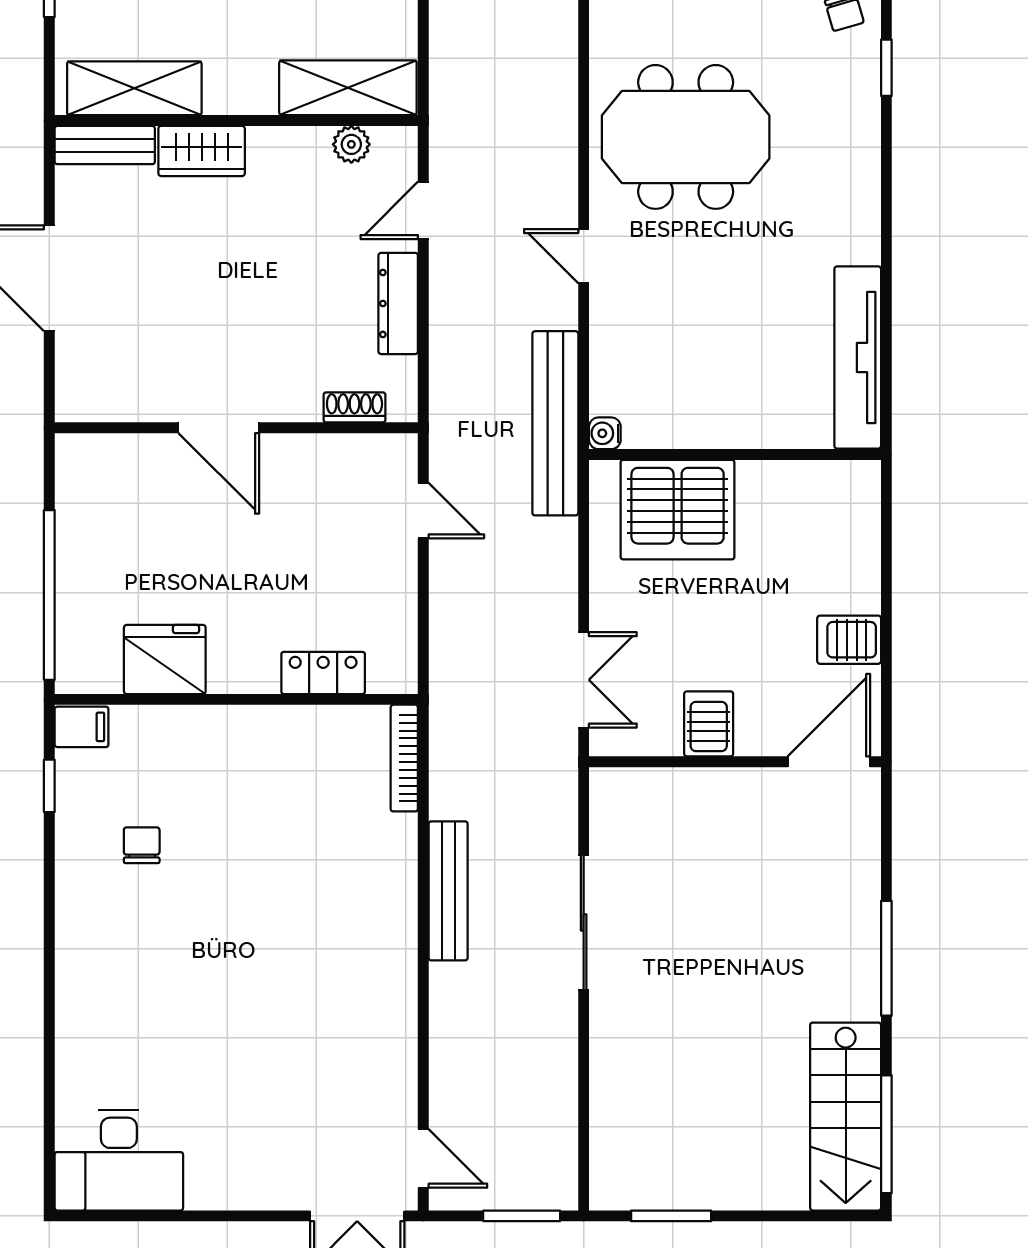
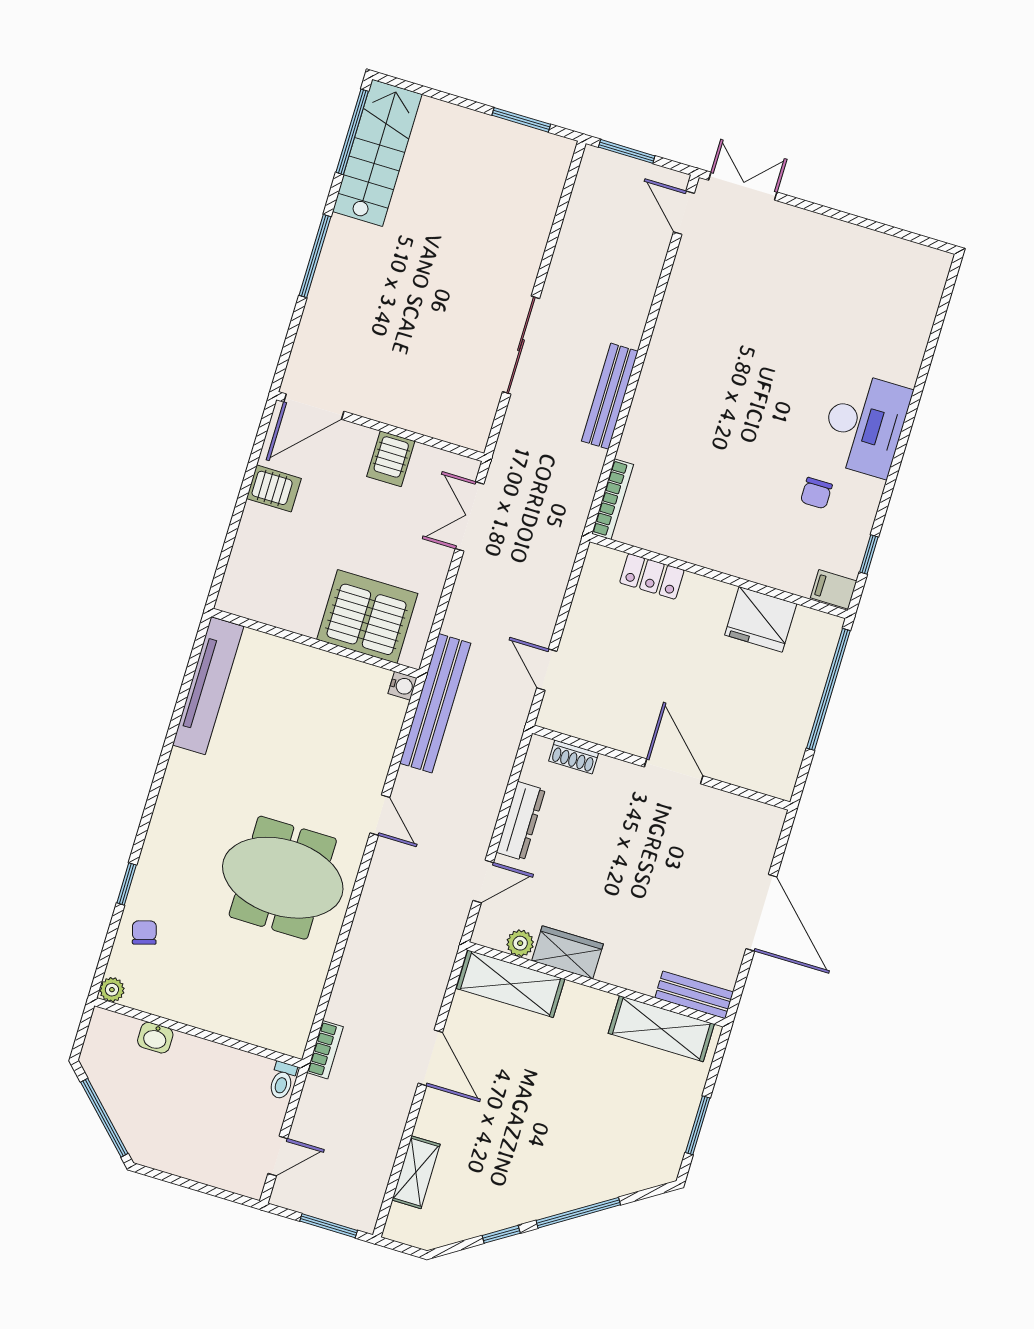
wardrobe: (202, 151) -> (568, 952), moved
desk: (119, 1160) -> (865, 424), moved, turned 90

